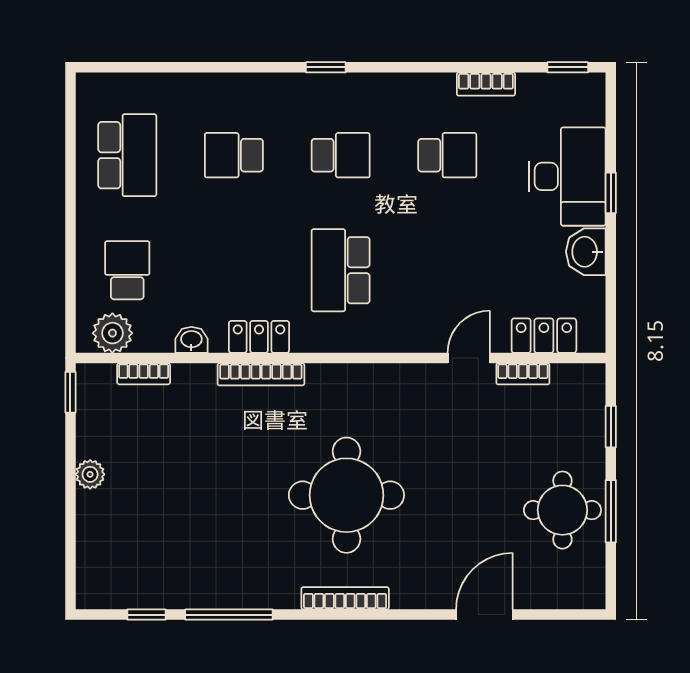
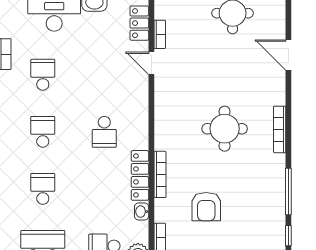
school desk: (234, 155) -> (43, 189), turned 180
school desk: (341, 270) -> (104, 132), width x0.54
locker: (259, 337) -> (140, 175), width x1.53
armchair: (201, 461) -> (206, 207), added
round table: (346, 495) -> (225, 129), width x0.73, depth x0.73

